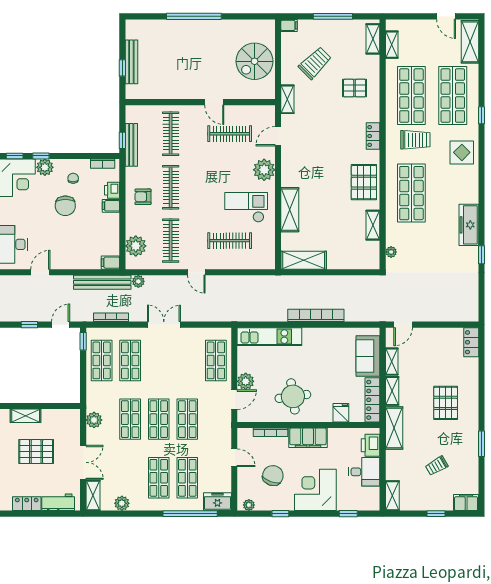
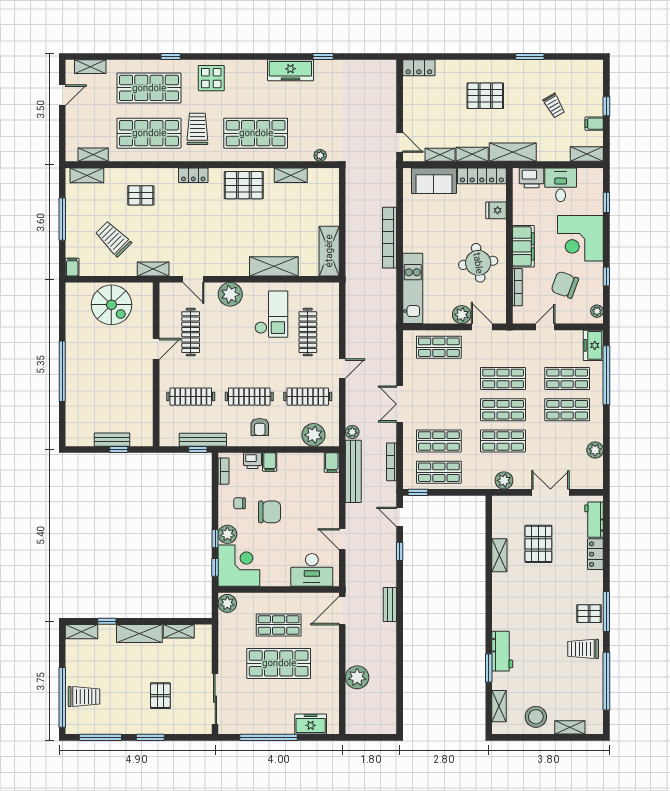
shelving: (470, 42) -> (90, 67), width x0.67, depth x0.75
bench: (131, 62) -> (112, 440), width x0.73
pallet: (355, 88) -> (141, 195), turned 90
checkout: (246, 207) -> (271, 314), turned 180
shelving: (93, 495) -> (586, 482), removed
filing cabinet: (466, 503) -> (594, 124), moved, width x0.50

